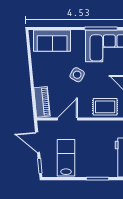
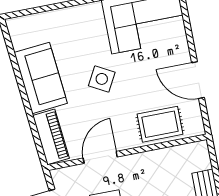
sofa: (52, 41) -> (41, 78), moved, turned -95

